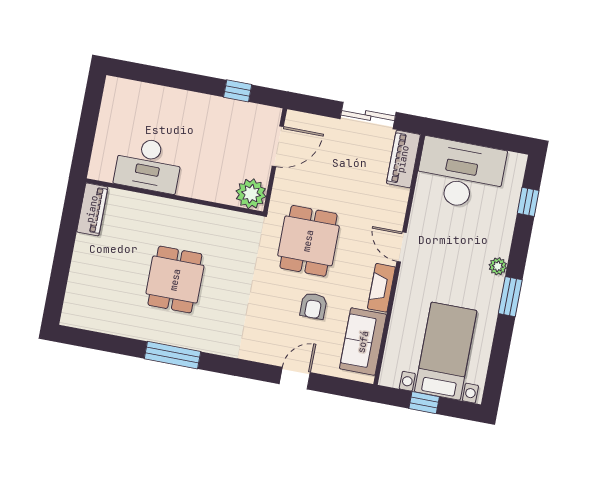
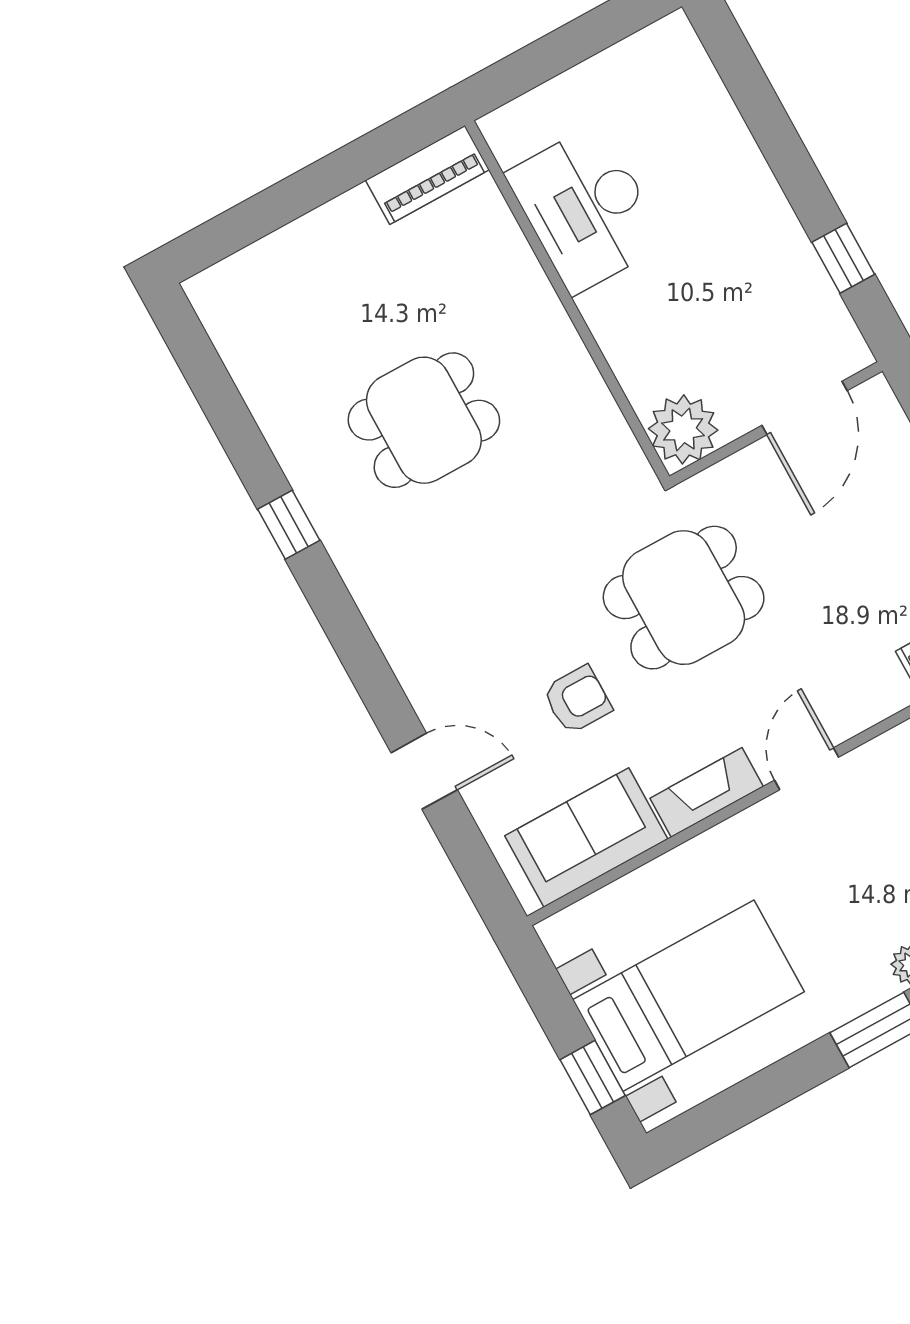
door: (278, 146) -> (804, 408), hinge flipped
armchair: (313, 306) -> (577, 700), turned 180
window: (173, 355) -> (289, 525), width x0.46
window: (424, 403) -> (593, 1078), moved

